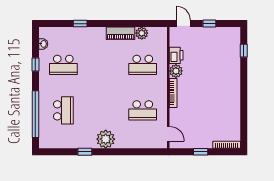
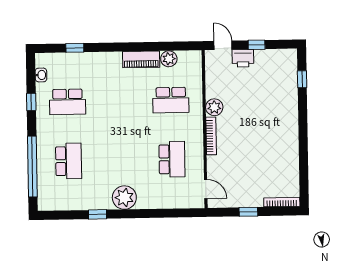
window: (80, 24) -> (75, 48), moved
printer: (176, 55) -> (243, 58), moved, turned 90
school desk: (143, 110) -> (172, 159), turned -90

